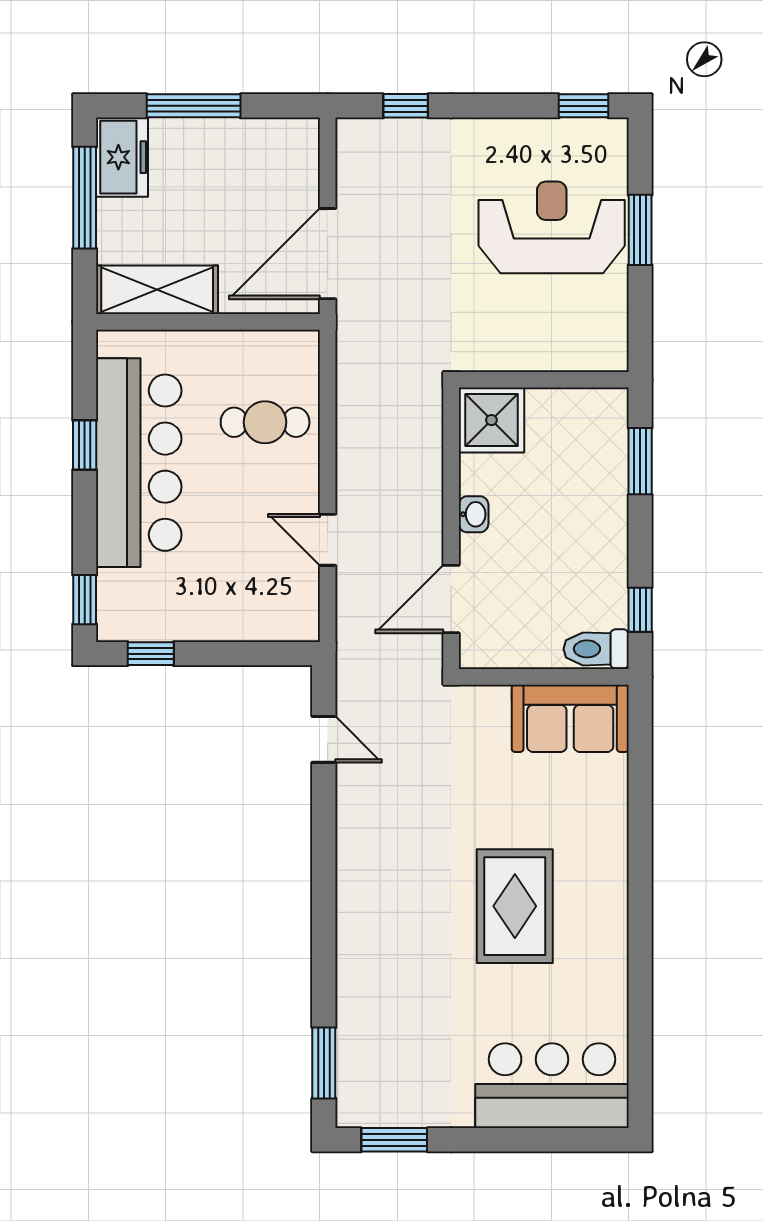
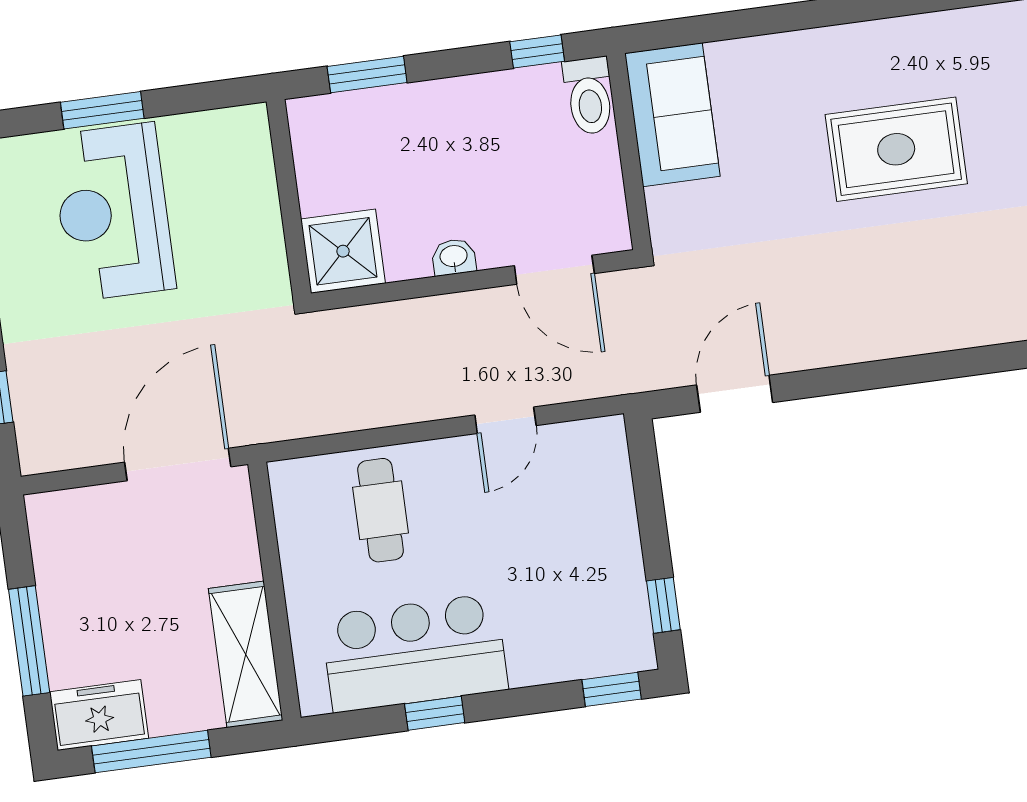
door: (328, 254) -> (178, 465), swing flipped
bar counter: (139, 463) -> (414, 653), width x0.73
door: (324, 739) -> (735, 394), width x1.38

